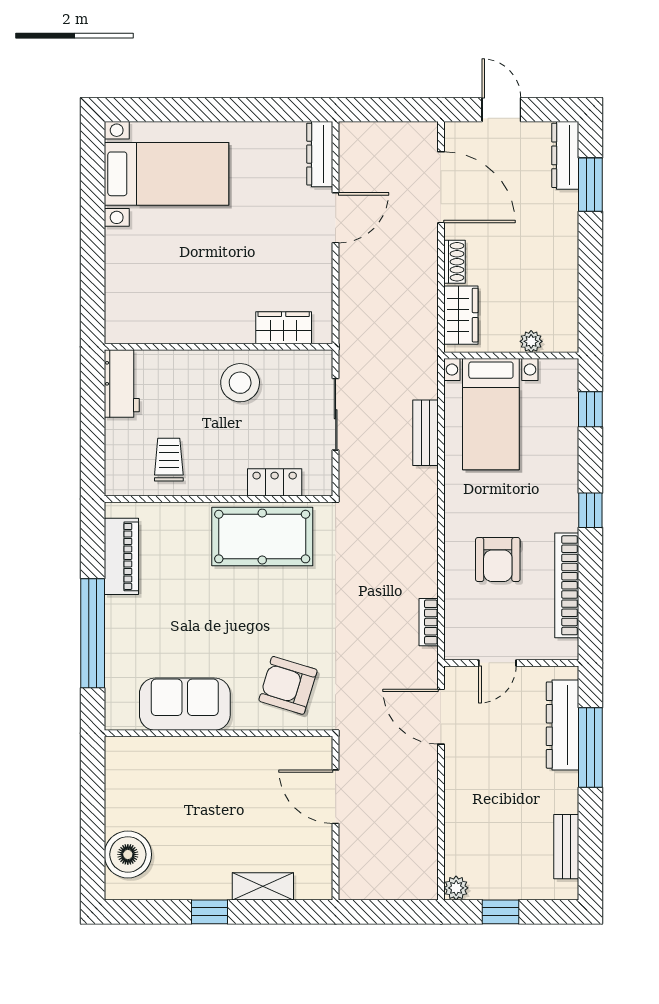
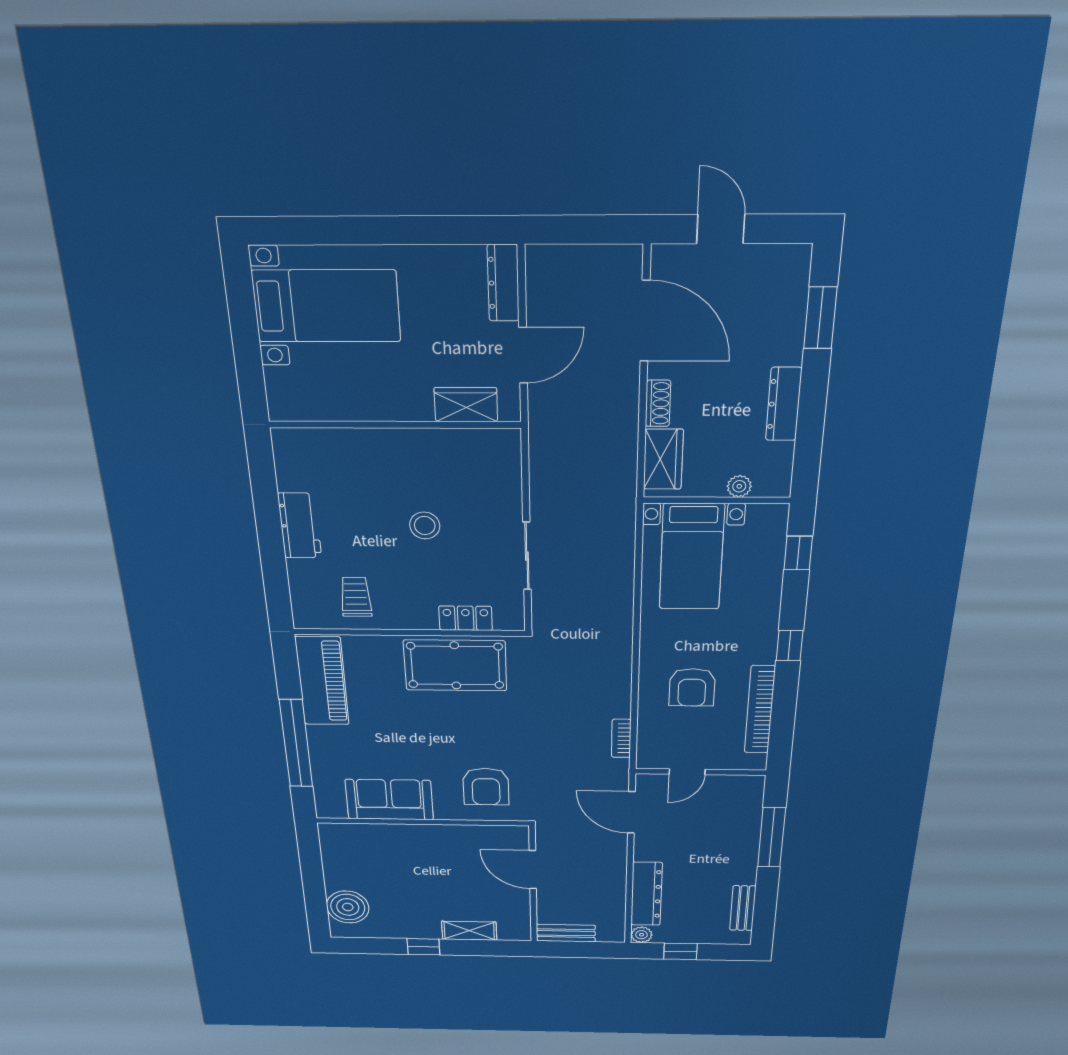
dresser: (565, 155) -> (784, 404), moved
wardrobe: (284, 328) -> (466, 405), moved
wall: (218, 347) -> (395, 425), moved
stool: (240, 383) -> (425, 525), width x0.73, depth x0.73
bench: (426, 433) -> (566, 933), moved, turned 90
piano: (121, 556) -> (322, 681), width x1.37, depth x1.33
armchair: (288, 685) -> (486, 787), turned -107
dresser: (563, 725) -> (646, 894), moved, turned 180

